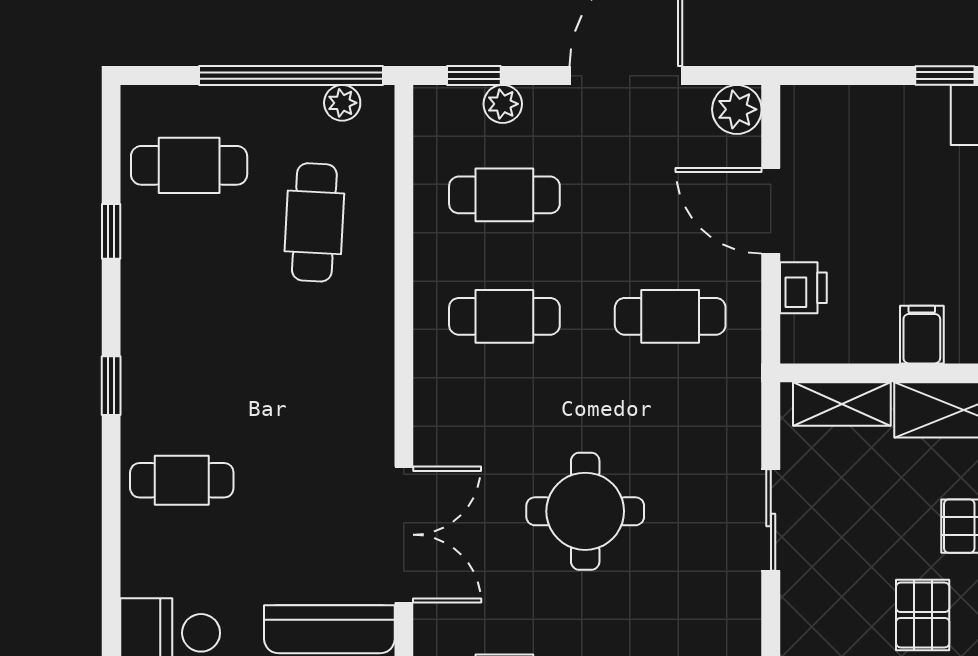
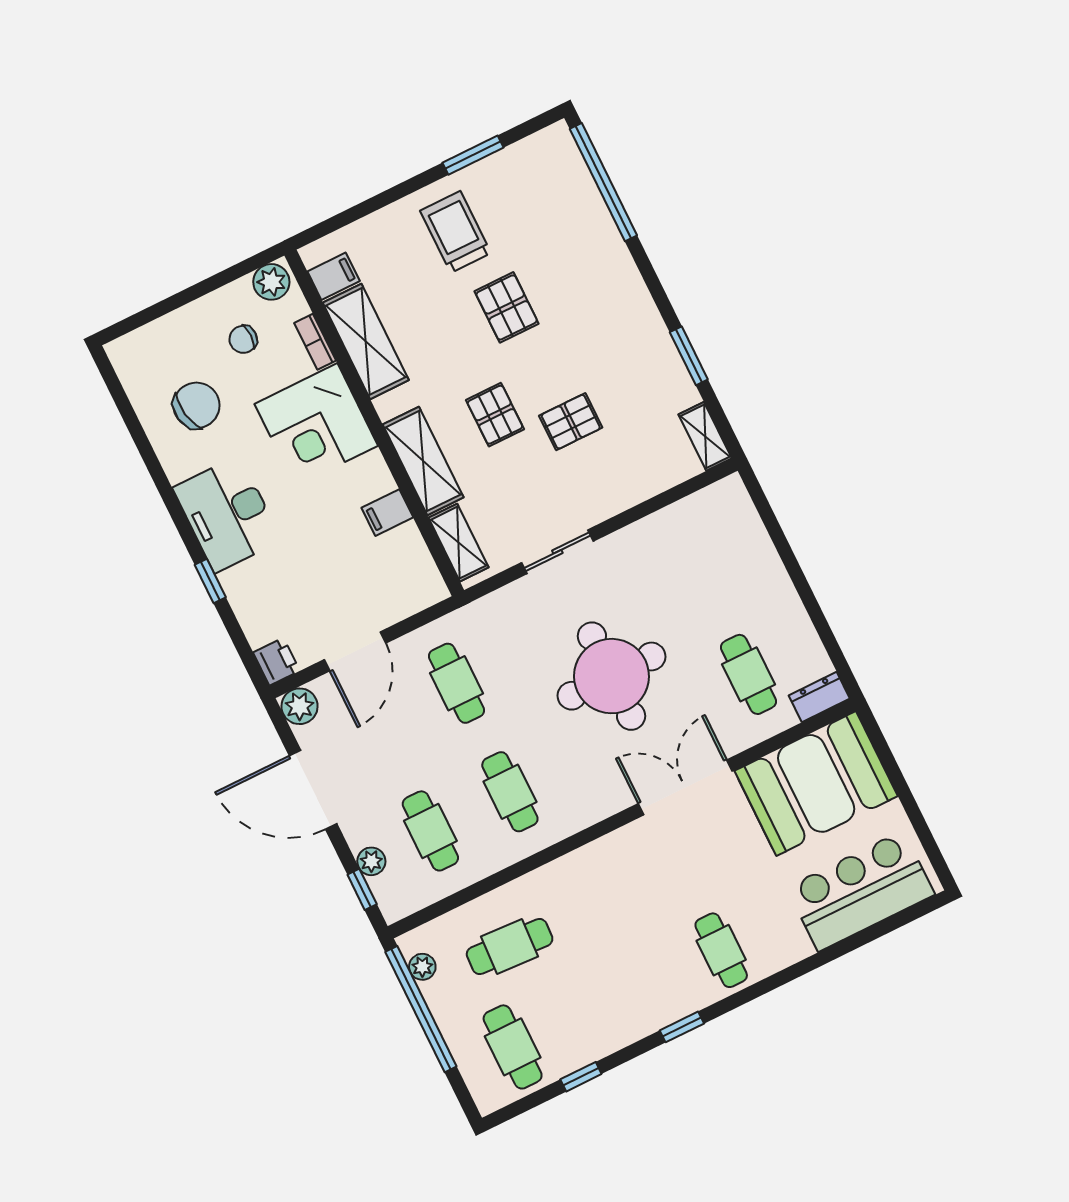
printer: (803, 288) -> (276, 662), moved, turned 90
round table: (585, 511) -> (611, 676), width x1.36, depth x1.36

